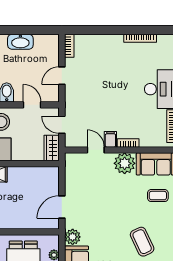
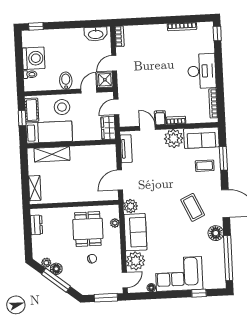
washbasin: (20, 42) -> (96, 34), moved
shower: (51, 94) -> (105, 80), added
door: (32, 105) -> (89, 91), hinge flipped
door: (62, 125) -> (116, 107), hinge flipped
tv unit: (71, 172) -> (126, 149), added

